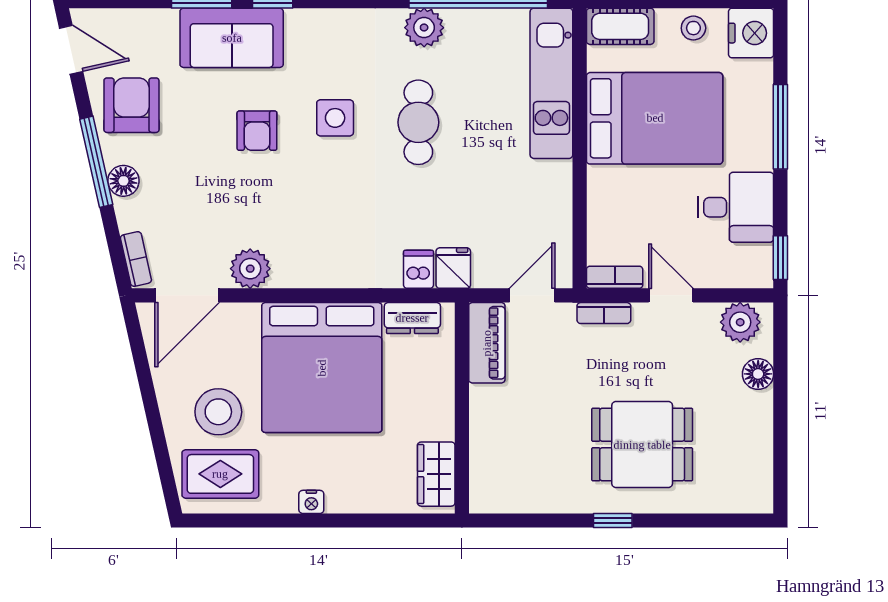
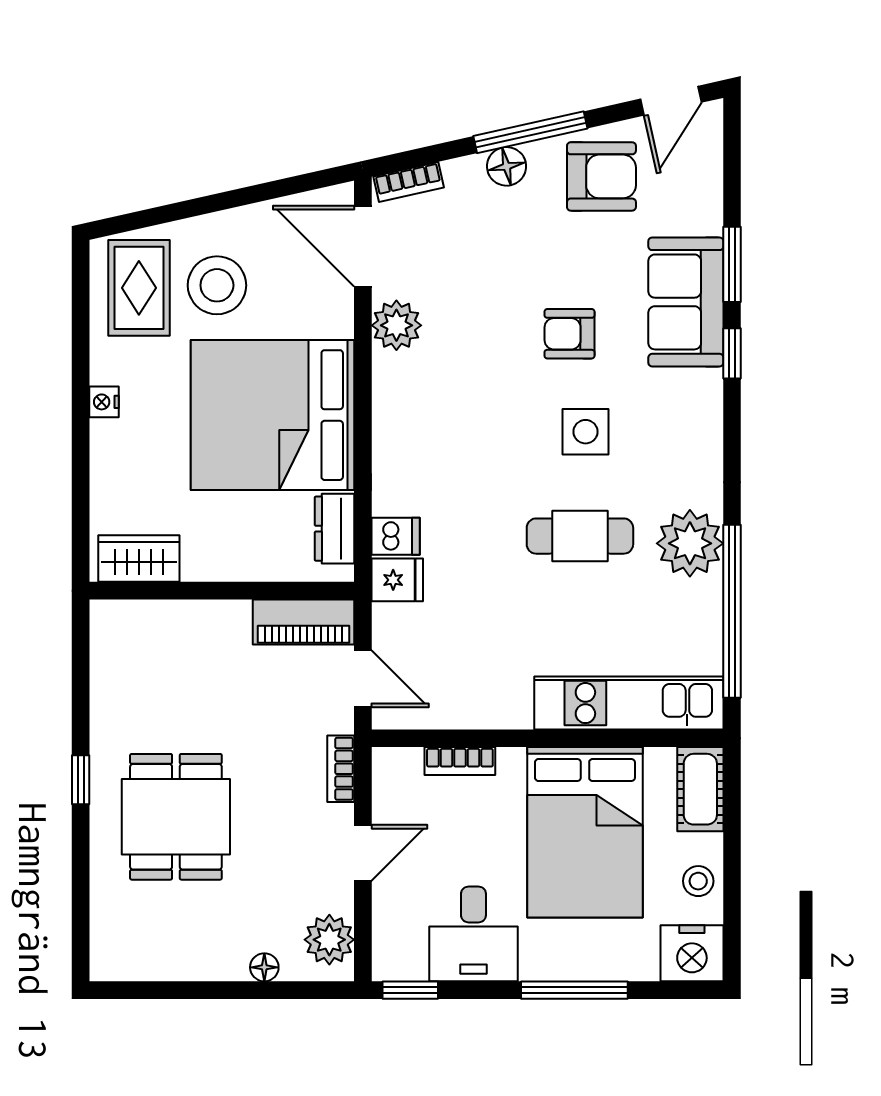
plant: (424, 28) -> (690, 543), width x1.36, depth x1.36
bookcase: (615, 277) -> (460, 761), moved, turned 90
floor lamp: (758, 374) -> (264, 967), width x0.73, depth x0.73

